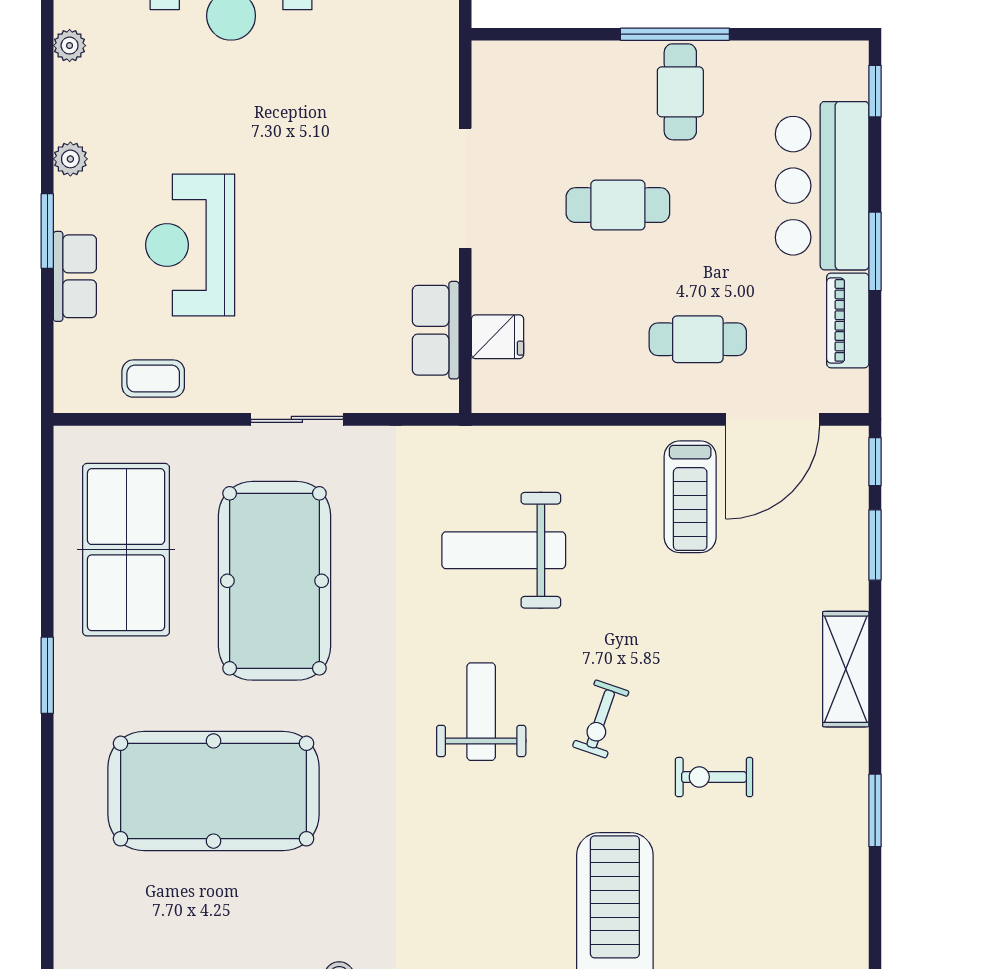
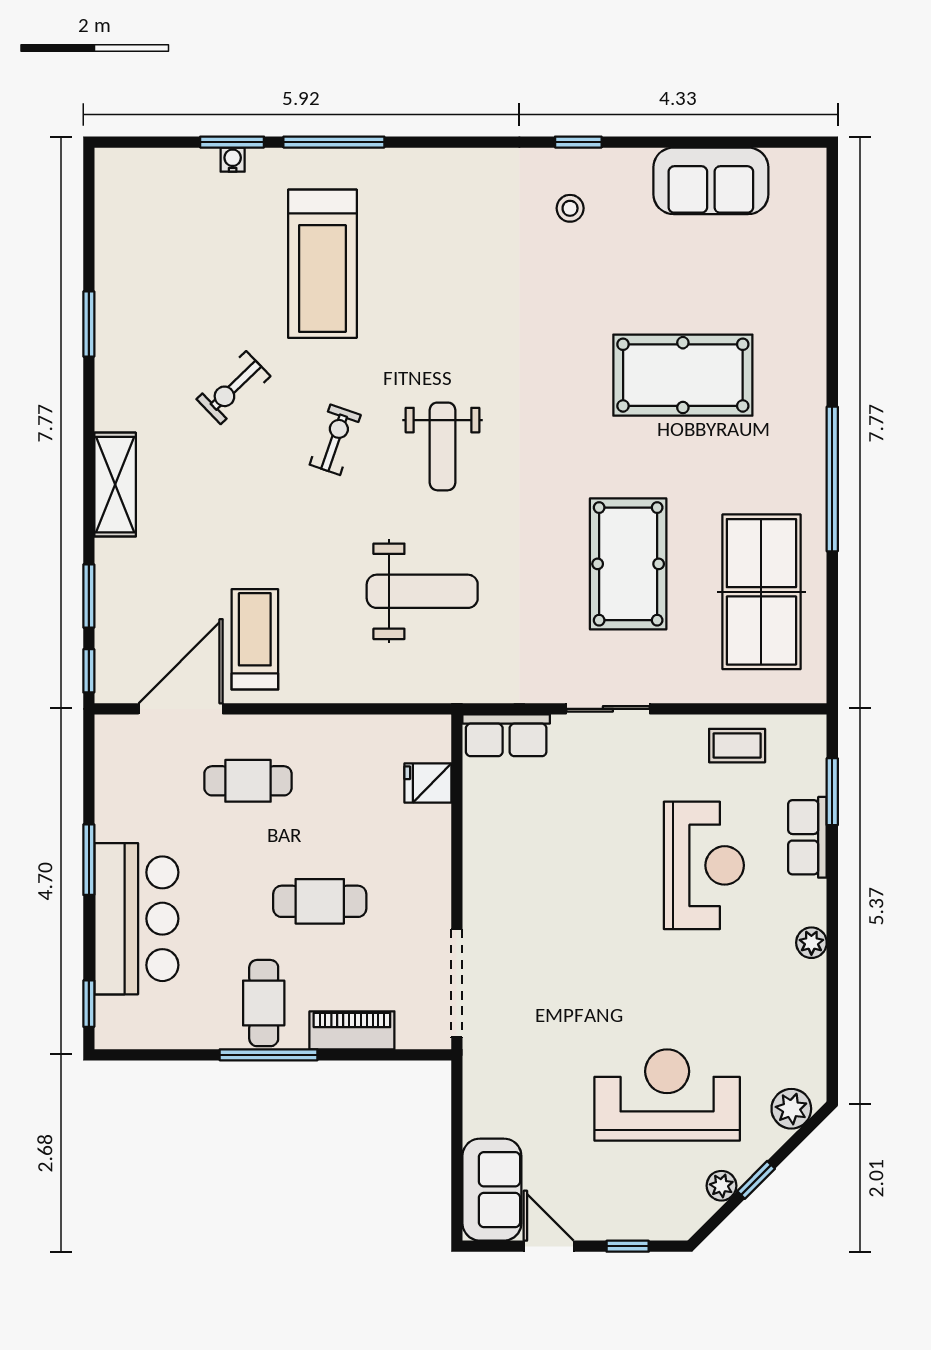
plant: (70, 46) -> (812, 1045), removed
doorway: (465, 188) -> (457, 983), moved
window: (47, 231) -> (832, 792), moved
piano: (848, 320) -> (352, 1030), moved, turned -90
row of seats: (436, 330) -> (506, 735), moved, turned 90
pool table: (274, 581) -> (628, 564), width x0.73, depth x0.76
window: (47, 675) -> (832, 479), width x2.11
exercise bike: (714, 777) -> (233, 388), turned 136
pool table: (214, 791) -> (683, 375), width x0.73, depth x0.76
window: (875, 810) -> (89, 324), moved

